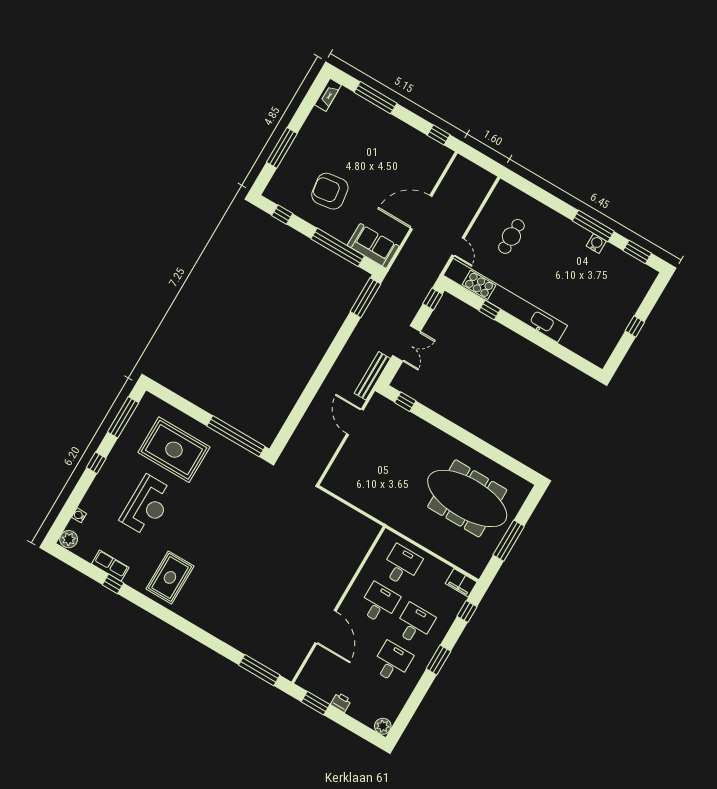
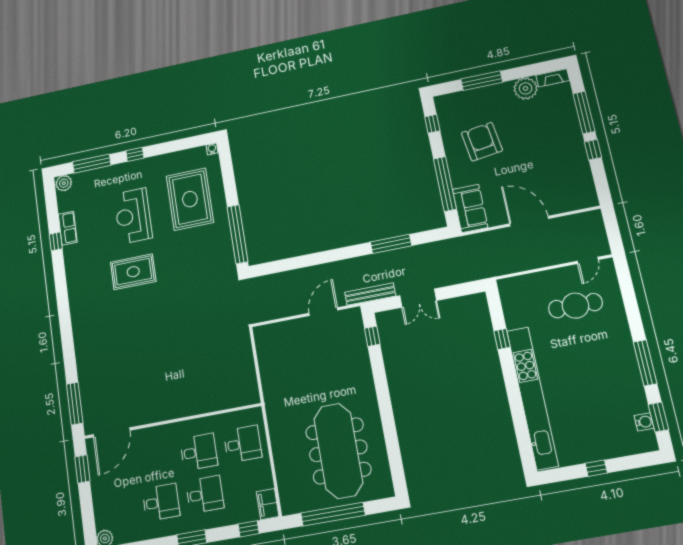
plant: (318, 122) -> (526, 88), added
window: (439, 135) -> (593, 150), moved
cafe table: (511, 236) -> (575, 306), width x1.37, depth x1.35
water cooler: (596, 243) -> (644, 422), moved
door: (458, 247) -> (588, 260), moved
window: (365, 298) -> (391, 244), moved
window: (433, 299) -> (470, 288), removed
kitchen unit: (505, 300) -> (532, 398), moved
window: (123, 417) -> (92, 164), moved
reception desk: (147, 505) -> (133, 216), turned 90
water cooler: (79, 515) -> (212, 149), moved
window: (509, 541) -> (333, 514), width x1.46
rug: (170, 577) -> (133, 272), moved
door: (325, 627) -> (112, 432), moved
printer: (341, 702) -> (98, 489), removed

